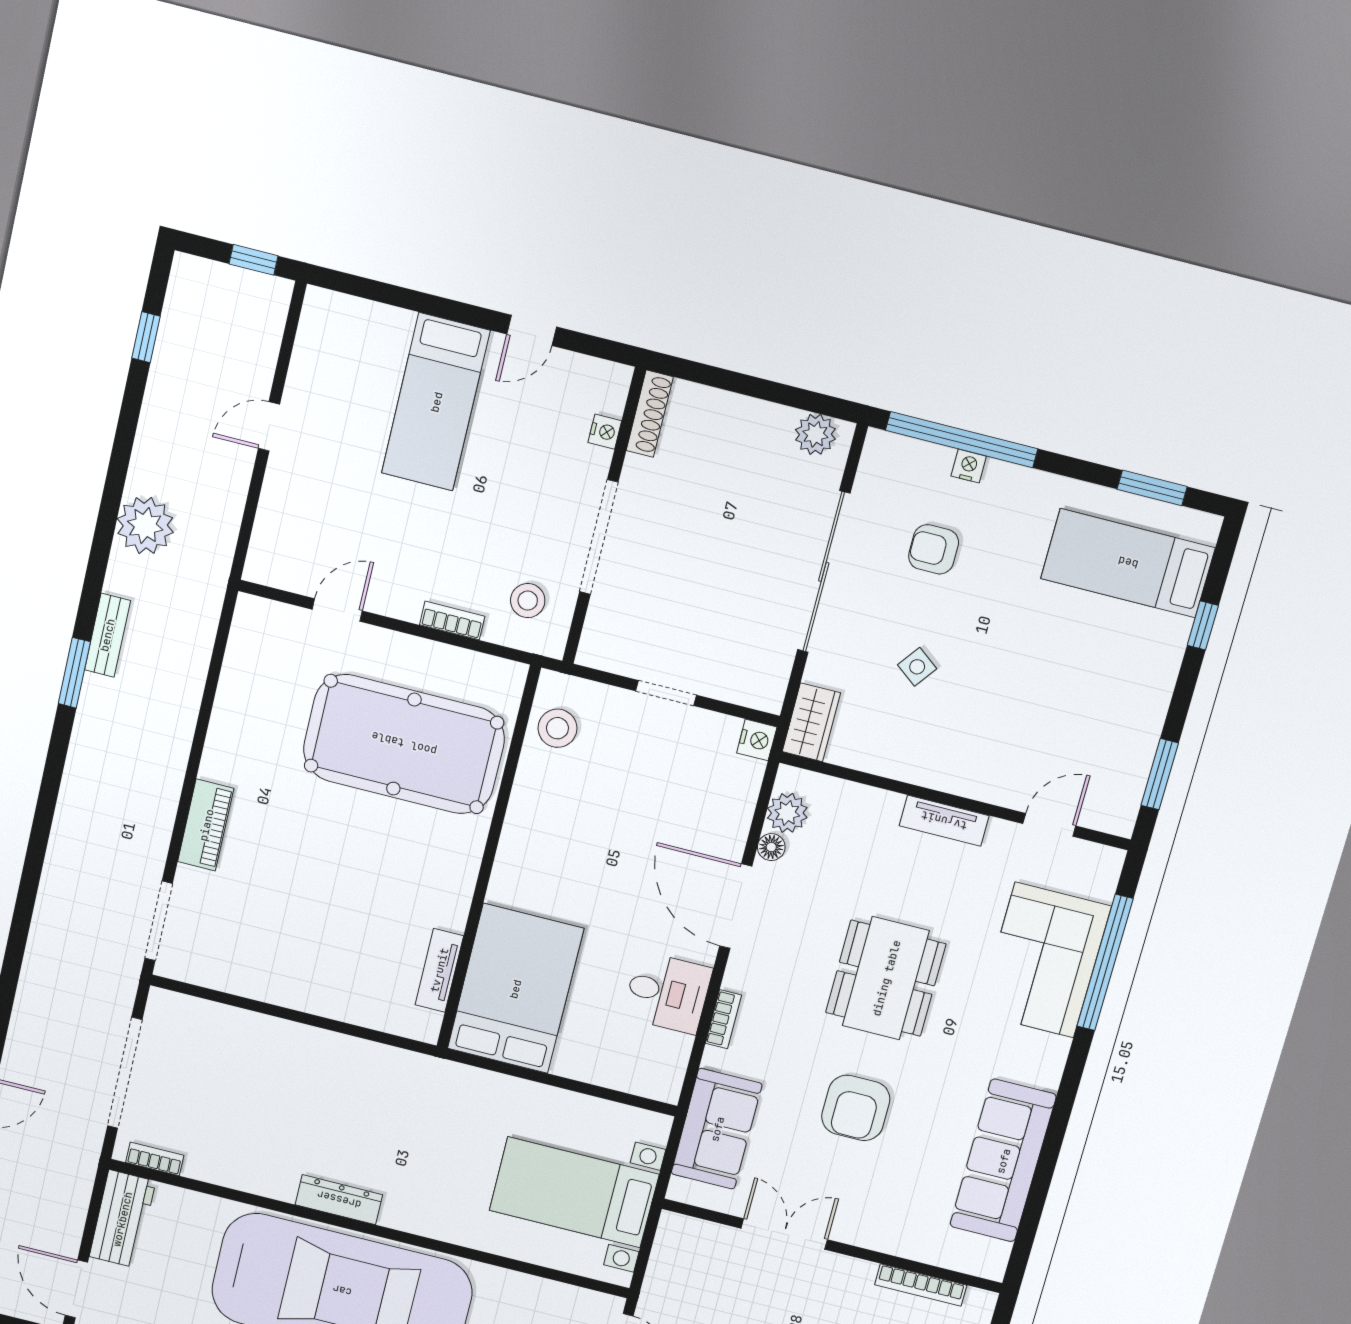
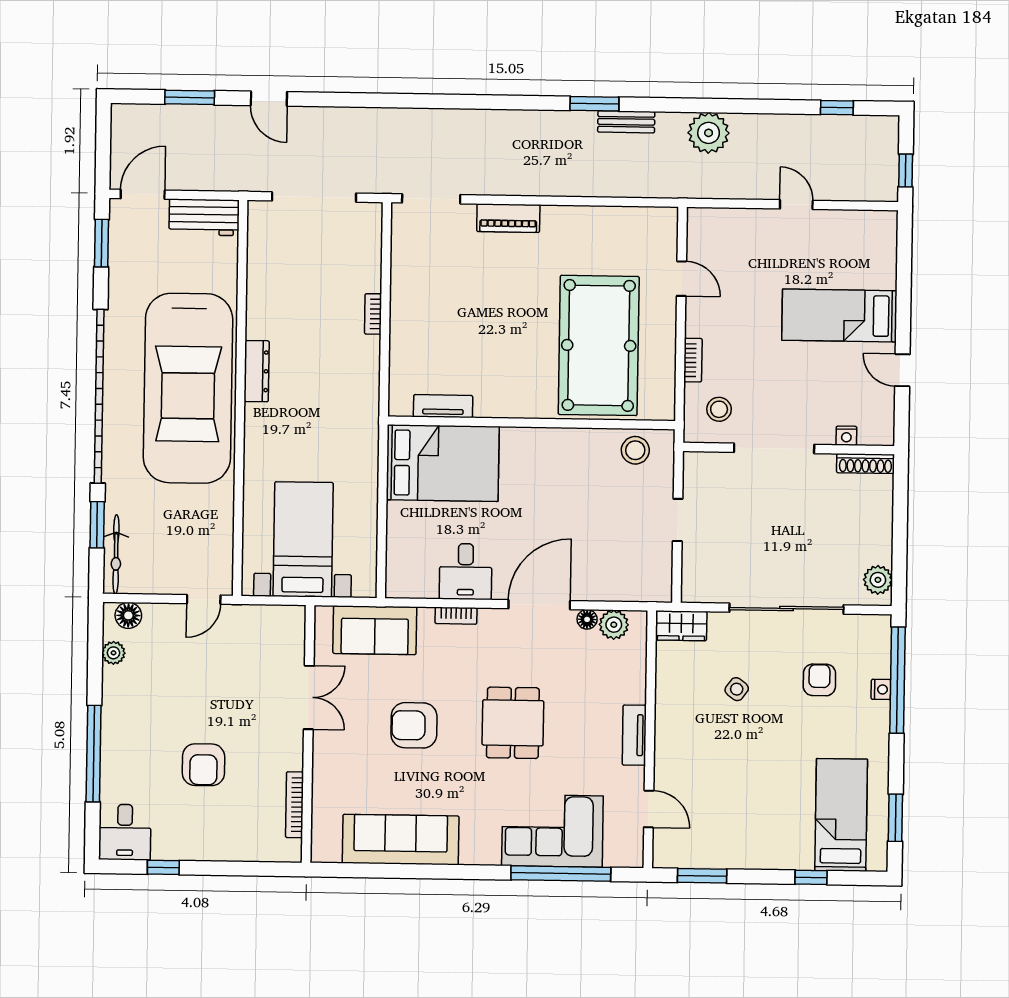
nightstand: (757, 740) -> (660, 591), removed
dining table: (886, 978) -> (513, 723), width x0.73
bookcase: (155, 1159) -> (373, 314), moved, turned 180

